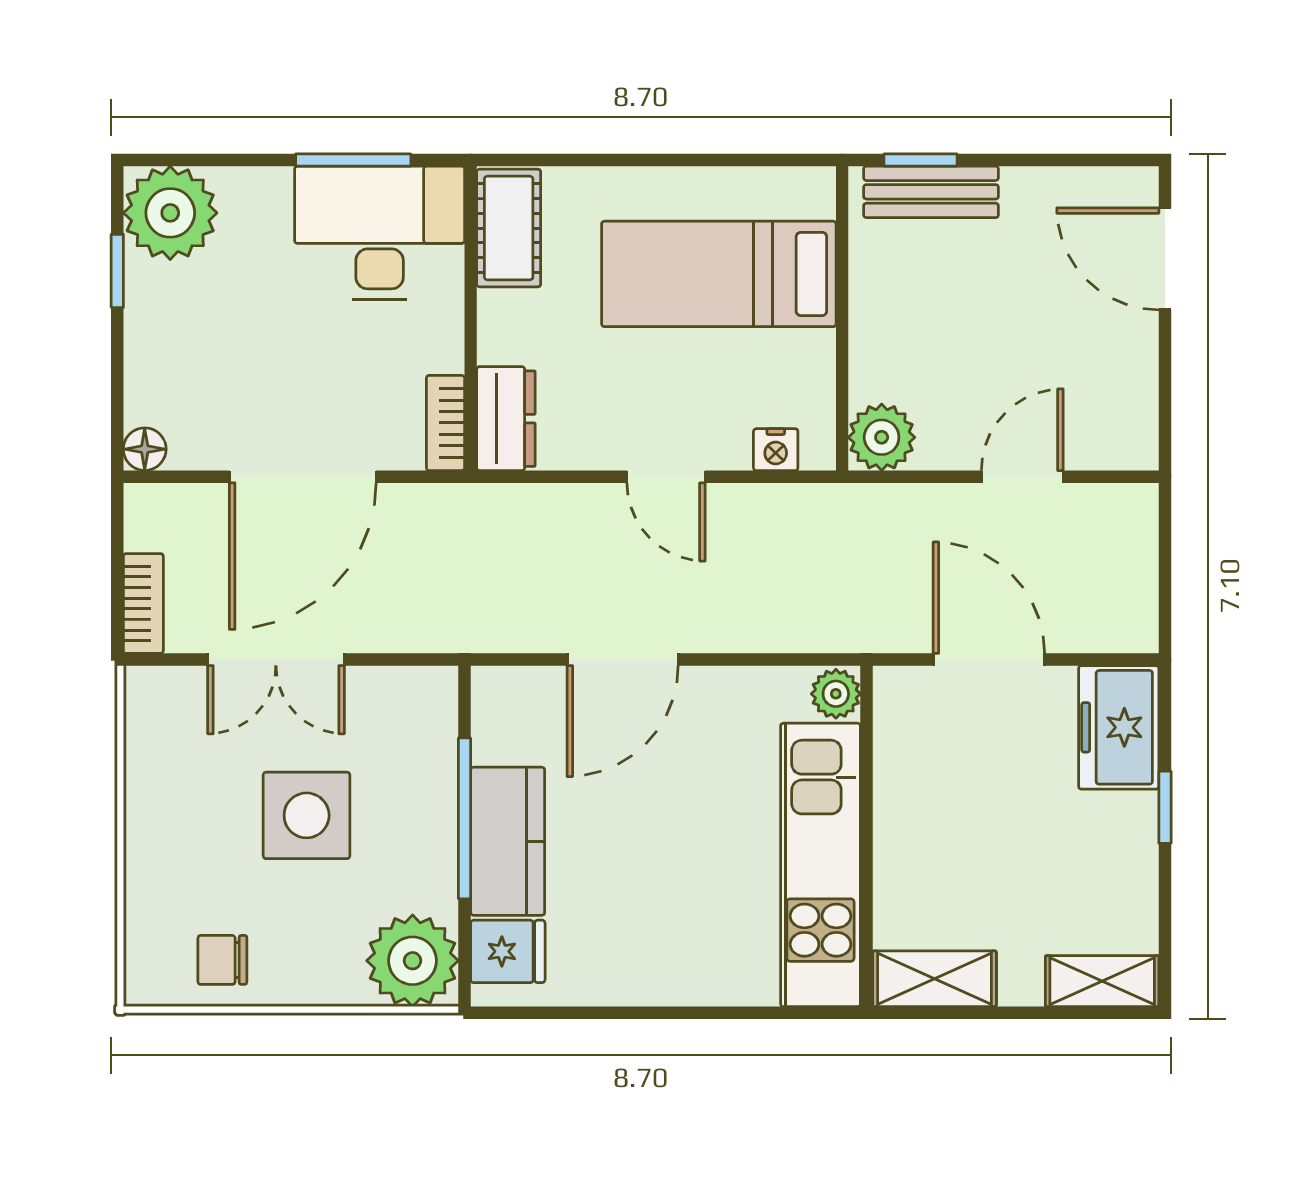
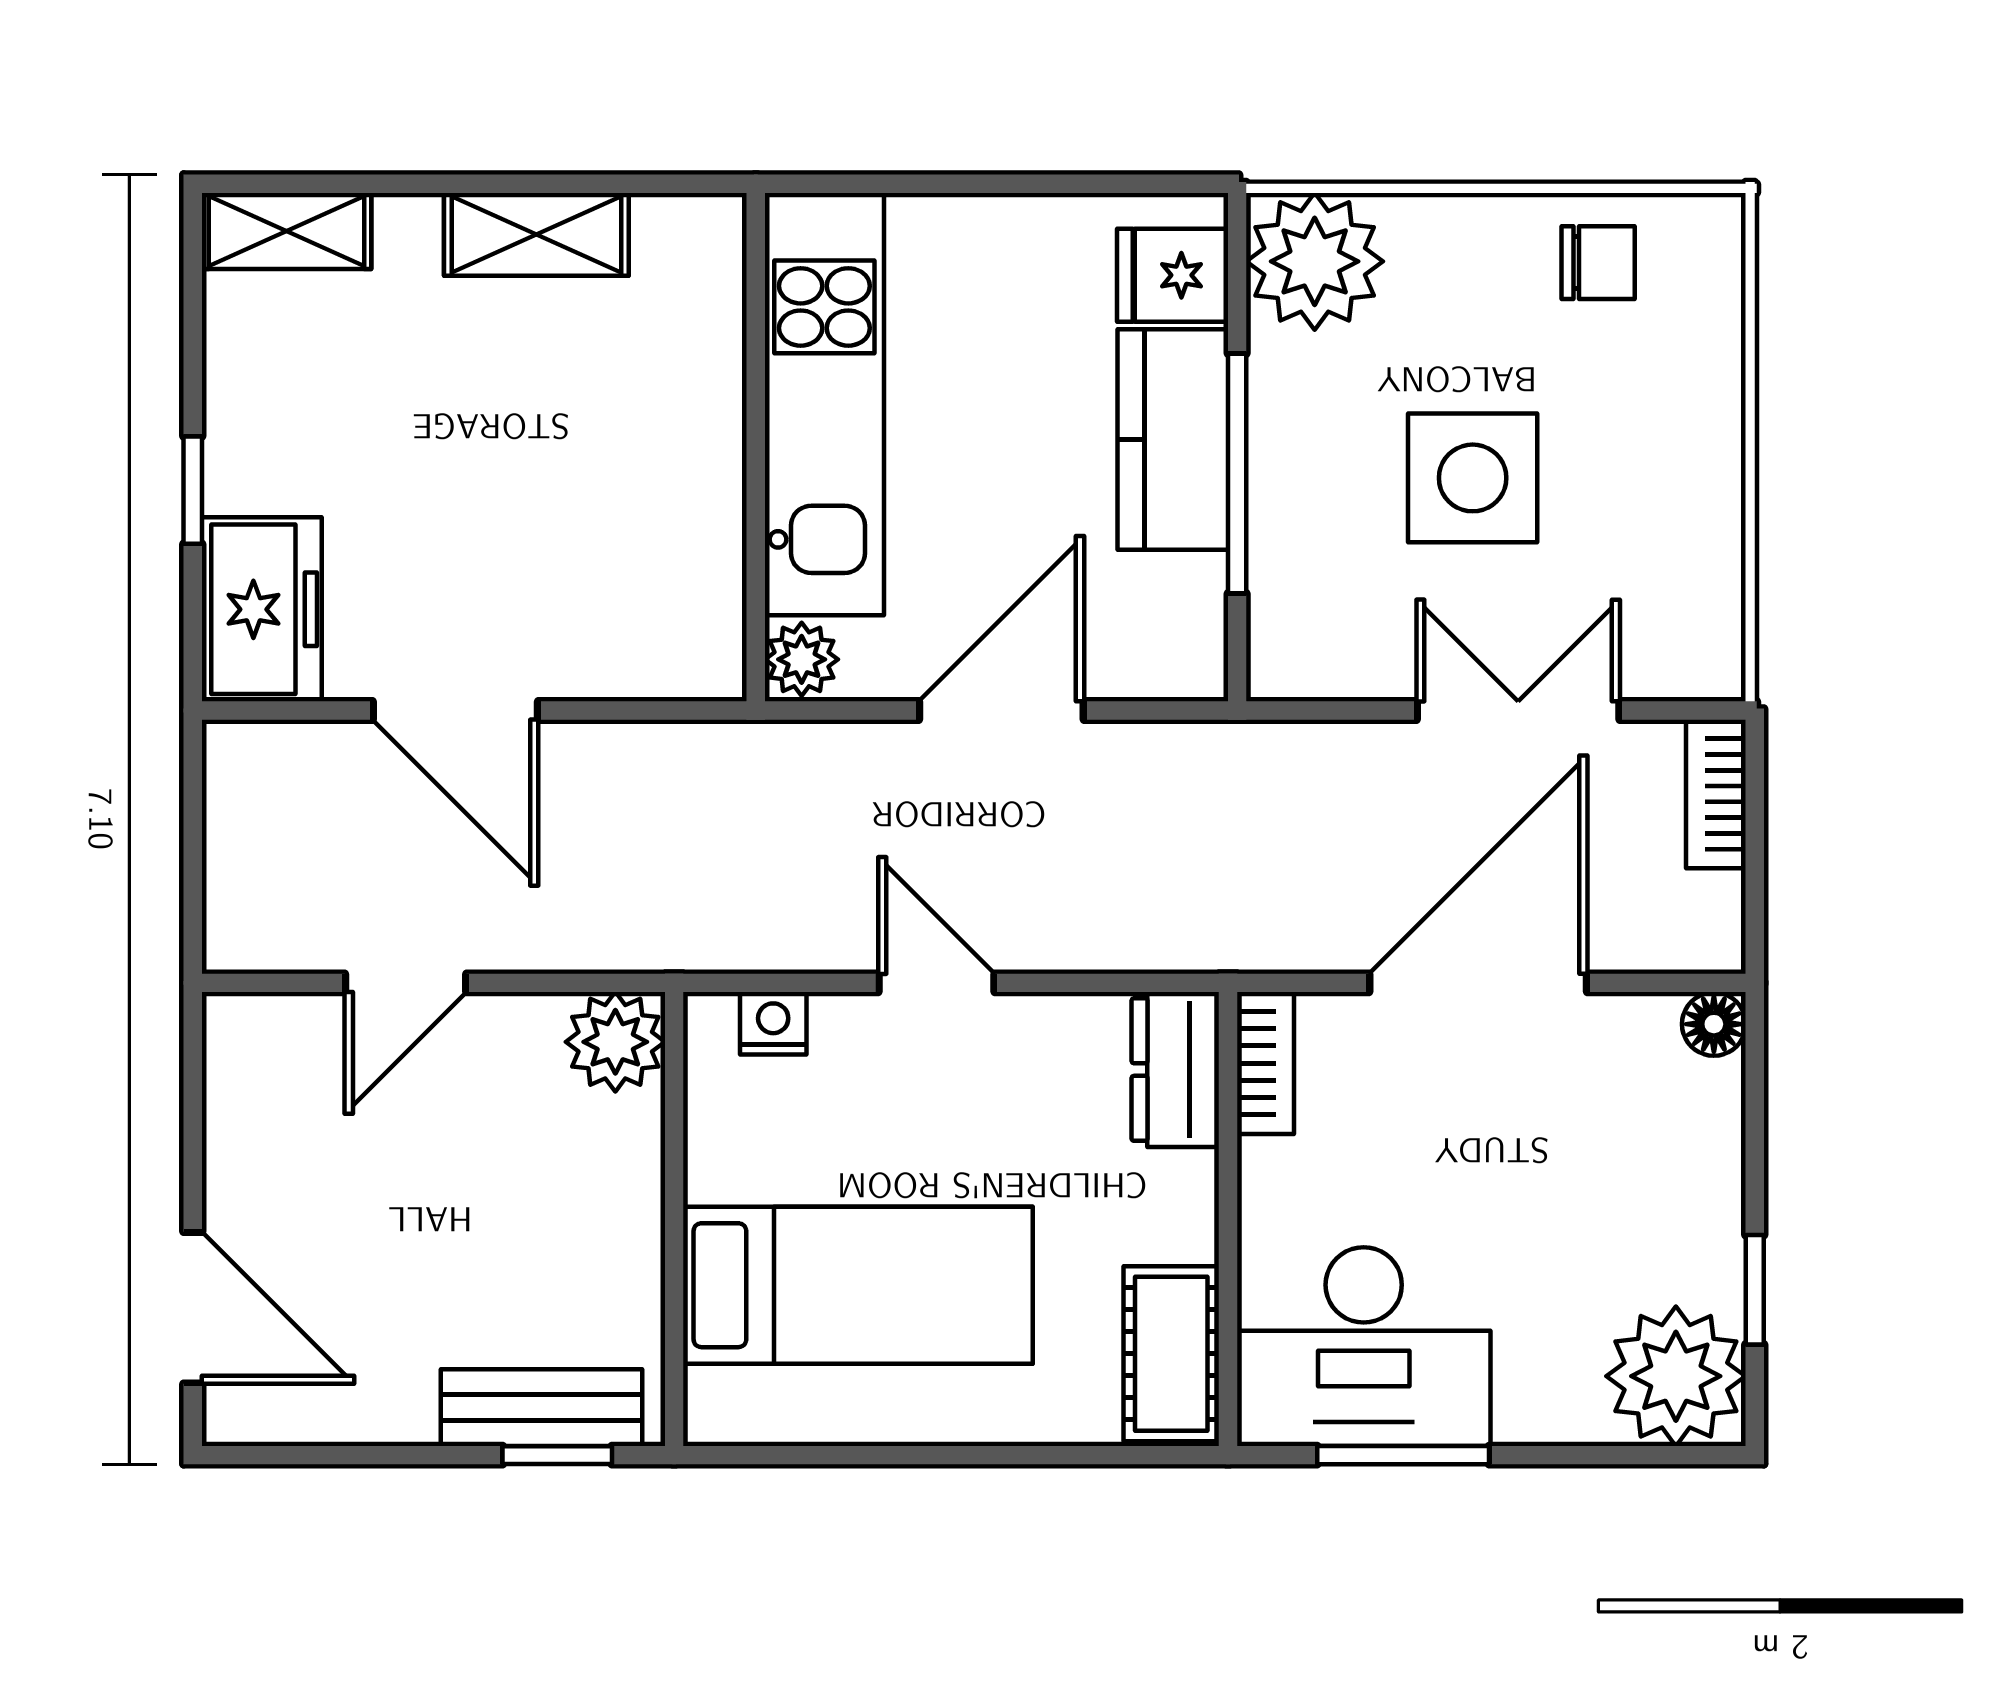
plant: (836, 694) -> (802, 659), moved
wall: (866, 836) -> (756, 447), moved
kitchen unit: (820, 865) -> (824, 404), moved

